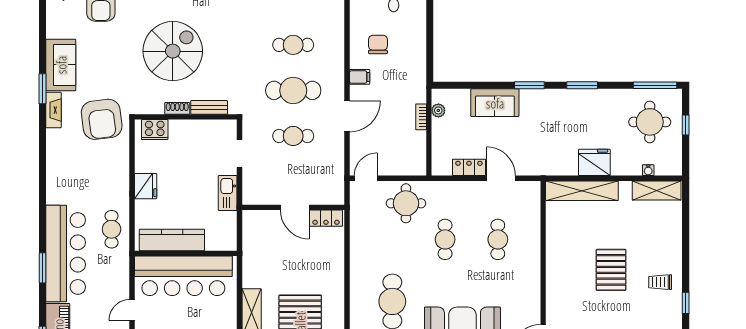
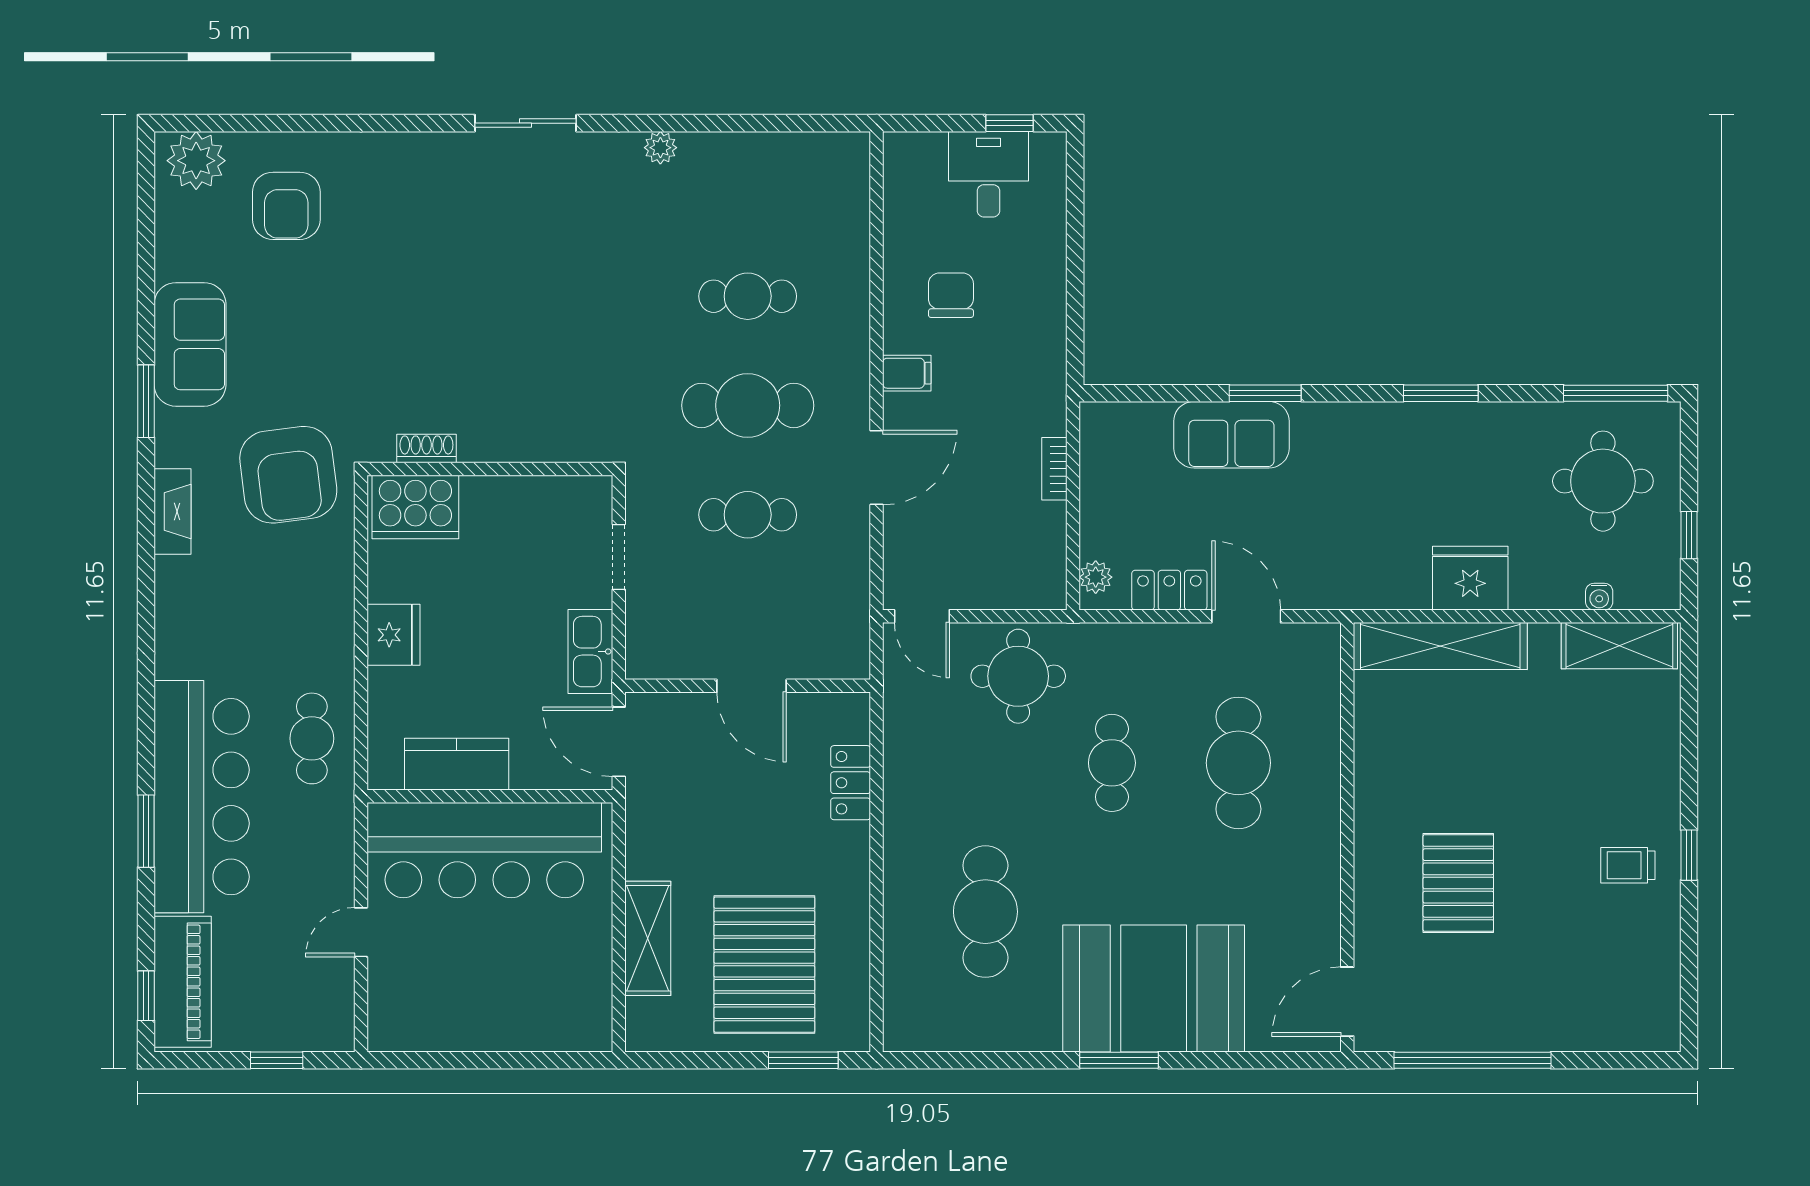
spiral stairs: (173, 51) -> (459, 311), removed
window: (529, 85) -> (1265, 393), moved
bench: (209, 107) -> (546, 446), removed
shoe rack: (177, 108) -> (426, 448), moved
fireplace: (53, 110) -> (173, 511), moved
plant: (438, 110) -> (1096, 577), moved
window: (686, 125) -> (1689, 535), moved
cooker: (155, 130) -> (415, 507), width x1.37, depth x1.31
door: (366, 178) -> (922, 616), swing flipped
locker: (326, 218) -> (851, 783), moved, turned 90
door: (239, 231) -> (619, 742), added
cafe table: (498, 239) -> (1238, 763), width x1.37, depth x1.35
kitchen counter: (172, 240) -> (457, 764), width x0.67
pallet: (611, 270) -> (1458, 883), moved
window: (686, 303) -> (1689, 855), moved

